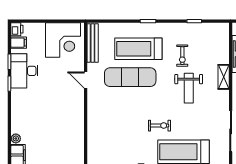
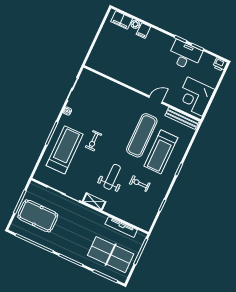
filing cabinet: (19, 43) -> (143, 31), moved
treadmill: (138, 49) -> (161, 152), turned 180
shelving: (224, 77) -> (94, 201), moved
weight bench: (189, 88) -> (112, 177), turned 90

